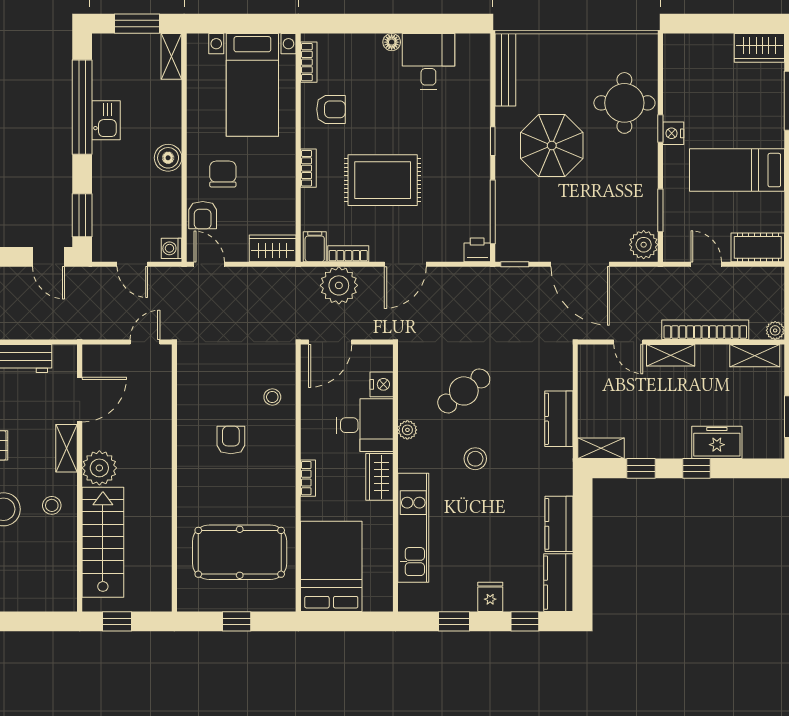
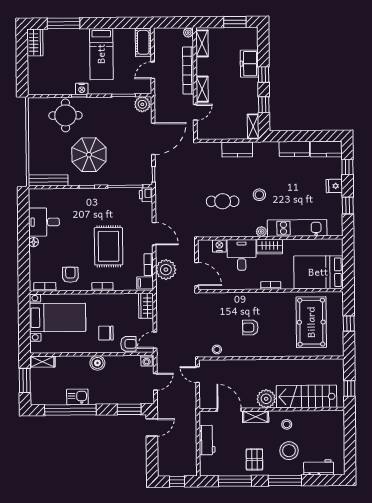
cafe table: (464, 391) -> (223, 201), turned -53
stool: (272, 397) -> (217, 349), moved
plant: (407, 430) -> (261, 232), moved

